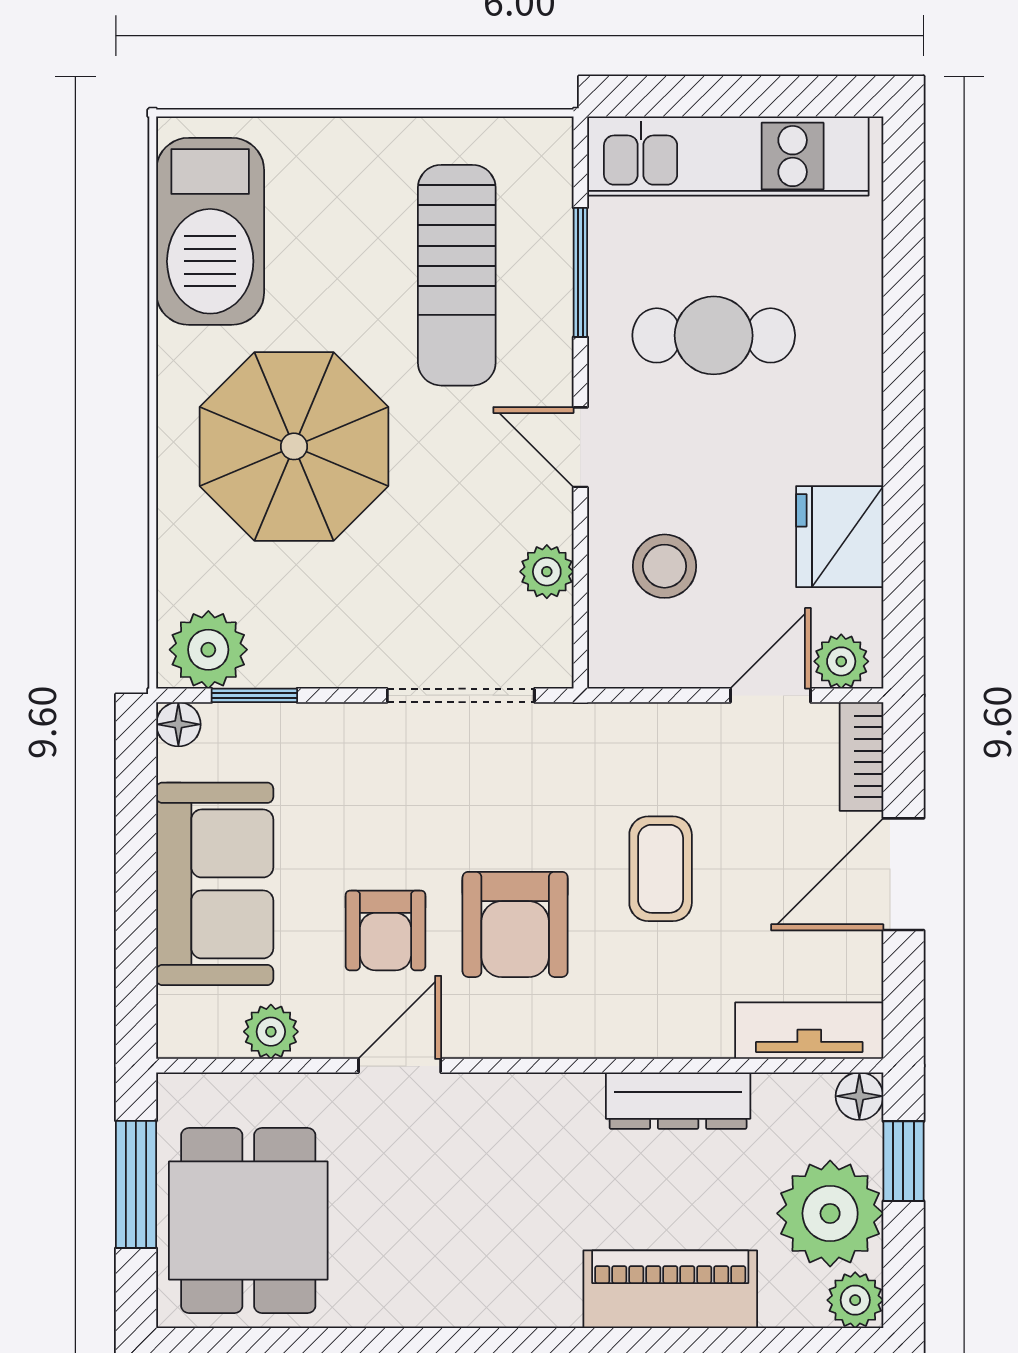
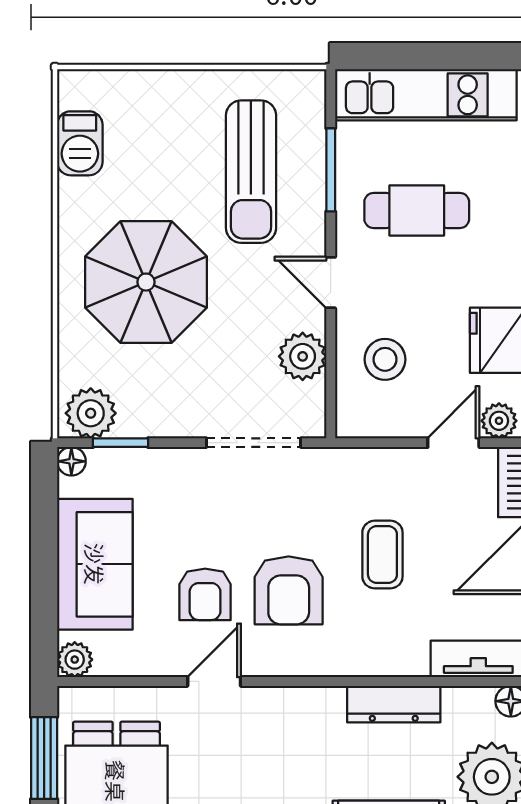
barbecue: (210, 231) -> (80, 143), width x0.53, depth x0.65
plant: (547, 572) -> (303, 356), width x1.38, depth x1.38
plant: (271, 1032) -> (75, 660), moved

